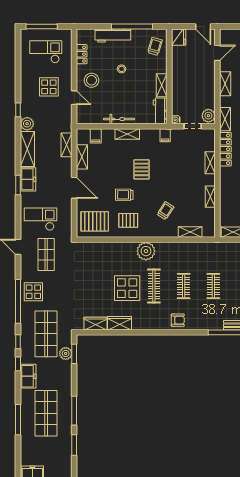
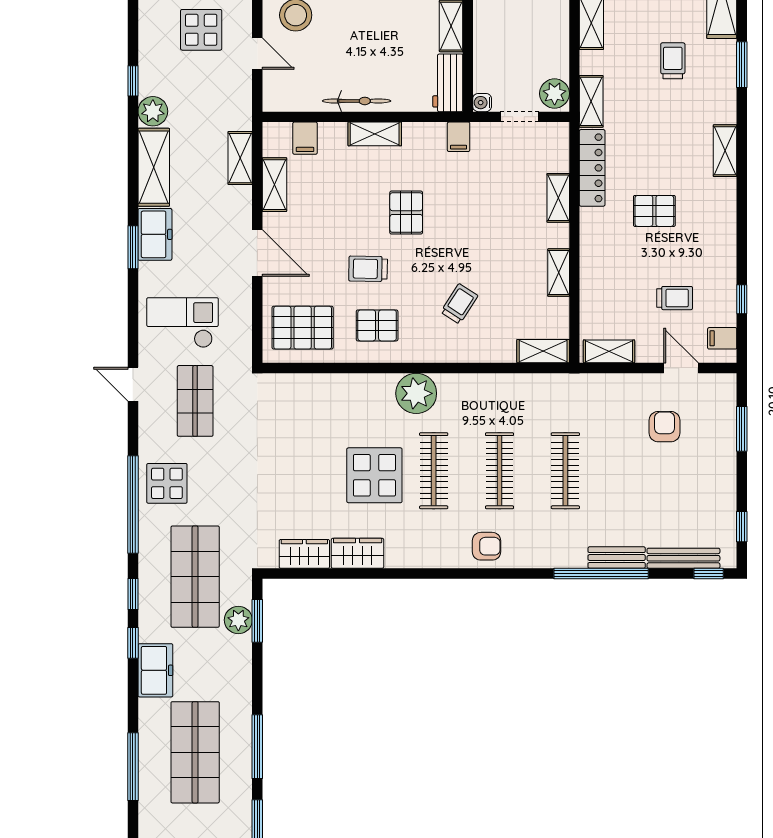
shelving: (190, 232) -> (543, 351), moved
clothes rail: (184, 286) -> (500, 471), width x1.36
clothes rail: (213, 286) -> (565, 471), width x1.36

